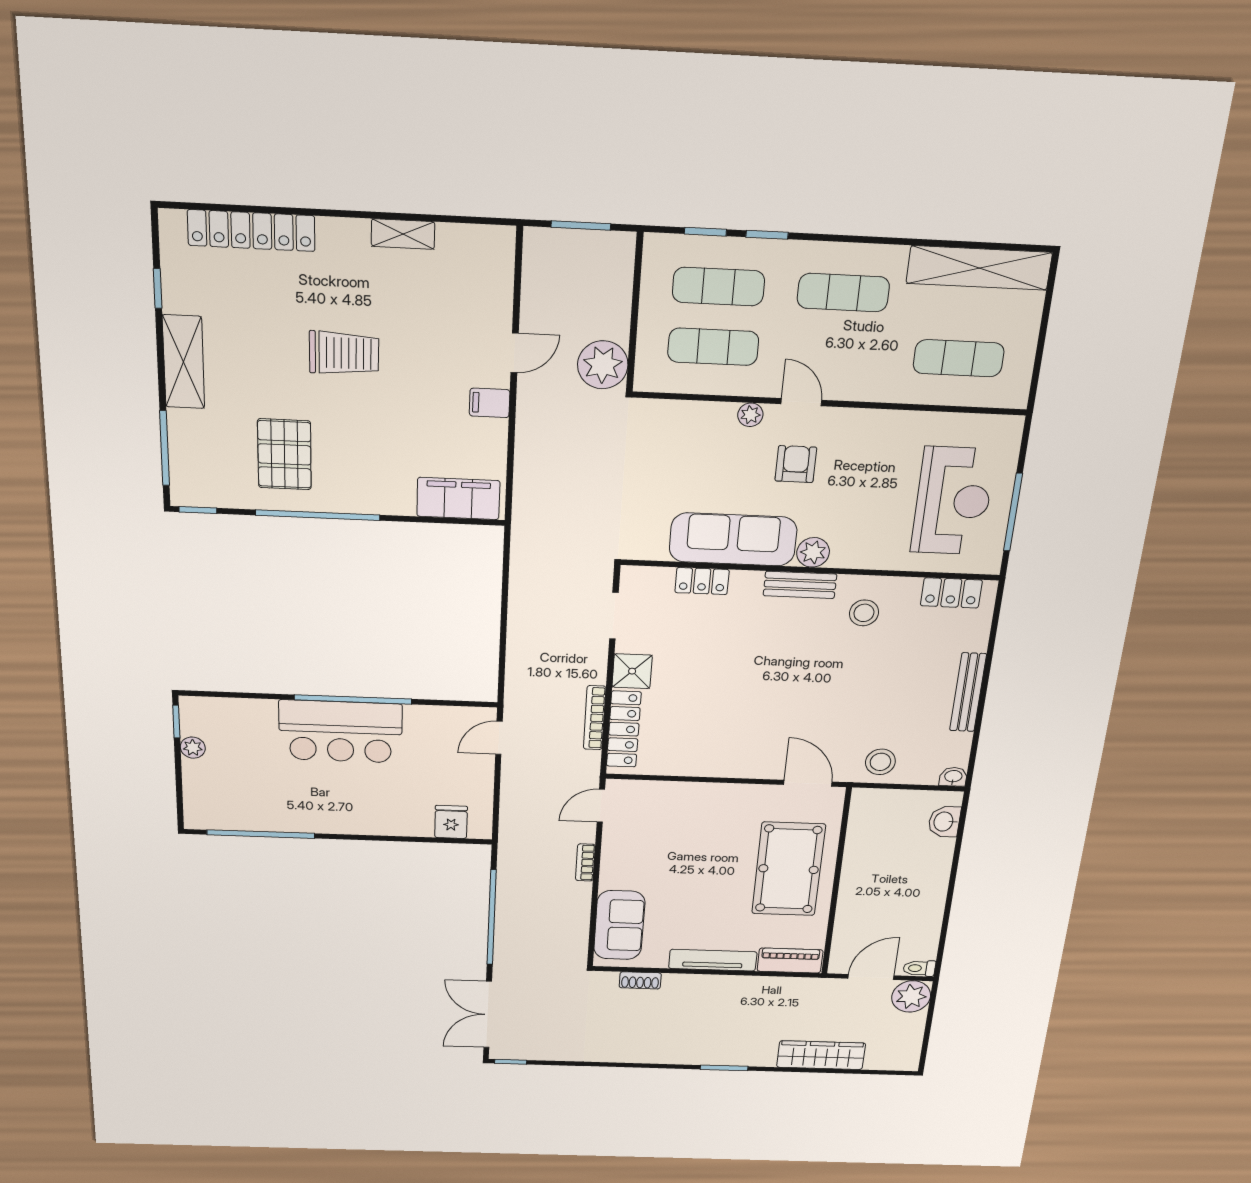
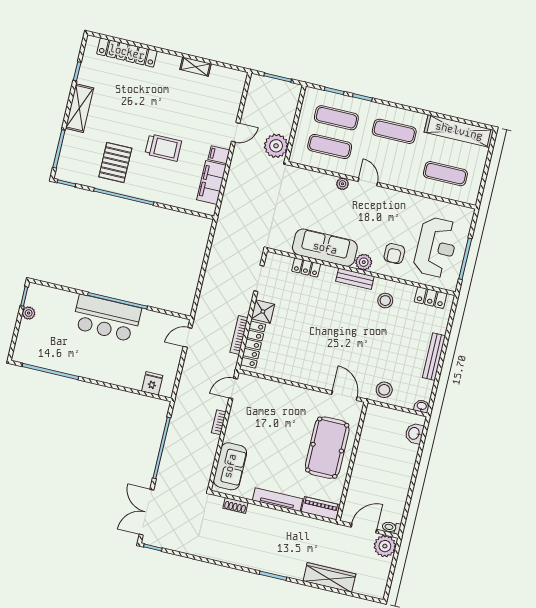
trolley: (344, 353) -> (163, 147), moved
armchair: (796, 464) -> (394, 254), moved, turned 180
filing cabinet: (458, 498) -> (211, 182), moved, turned -90

